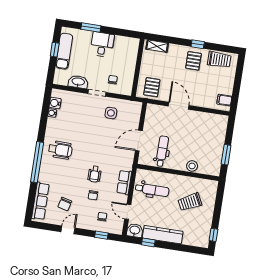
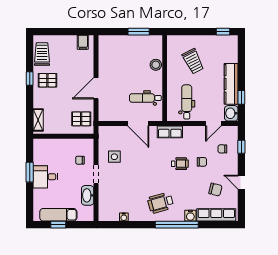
window: (91, 28) -> (30, 172), moved
water cooler: (55, 103) -> (190, 216), moved
wheelchair: (60, 150) -> (160, 203), turned -106
row of seats: (124, 182) -> (170, 132), moved

